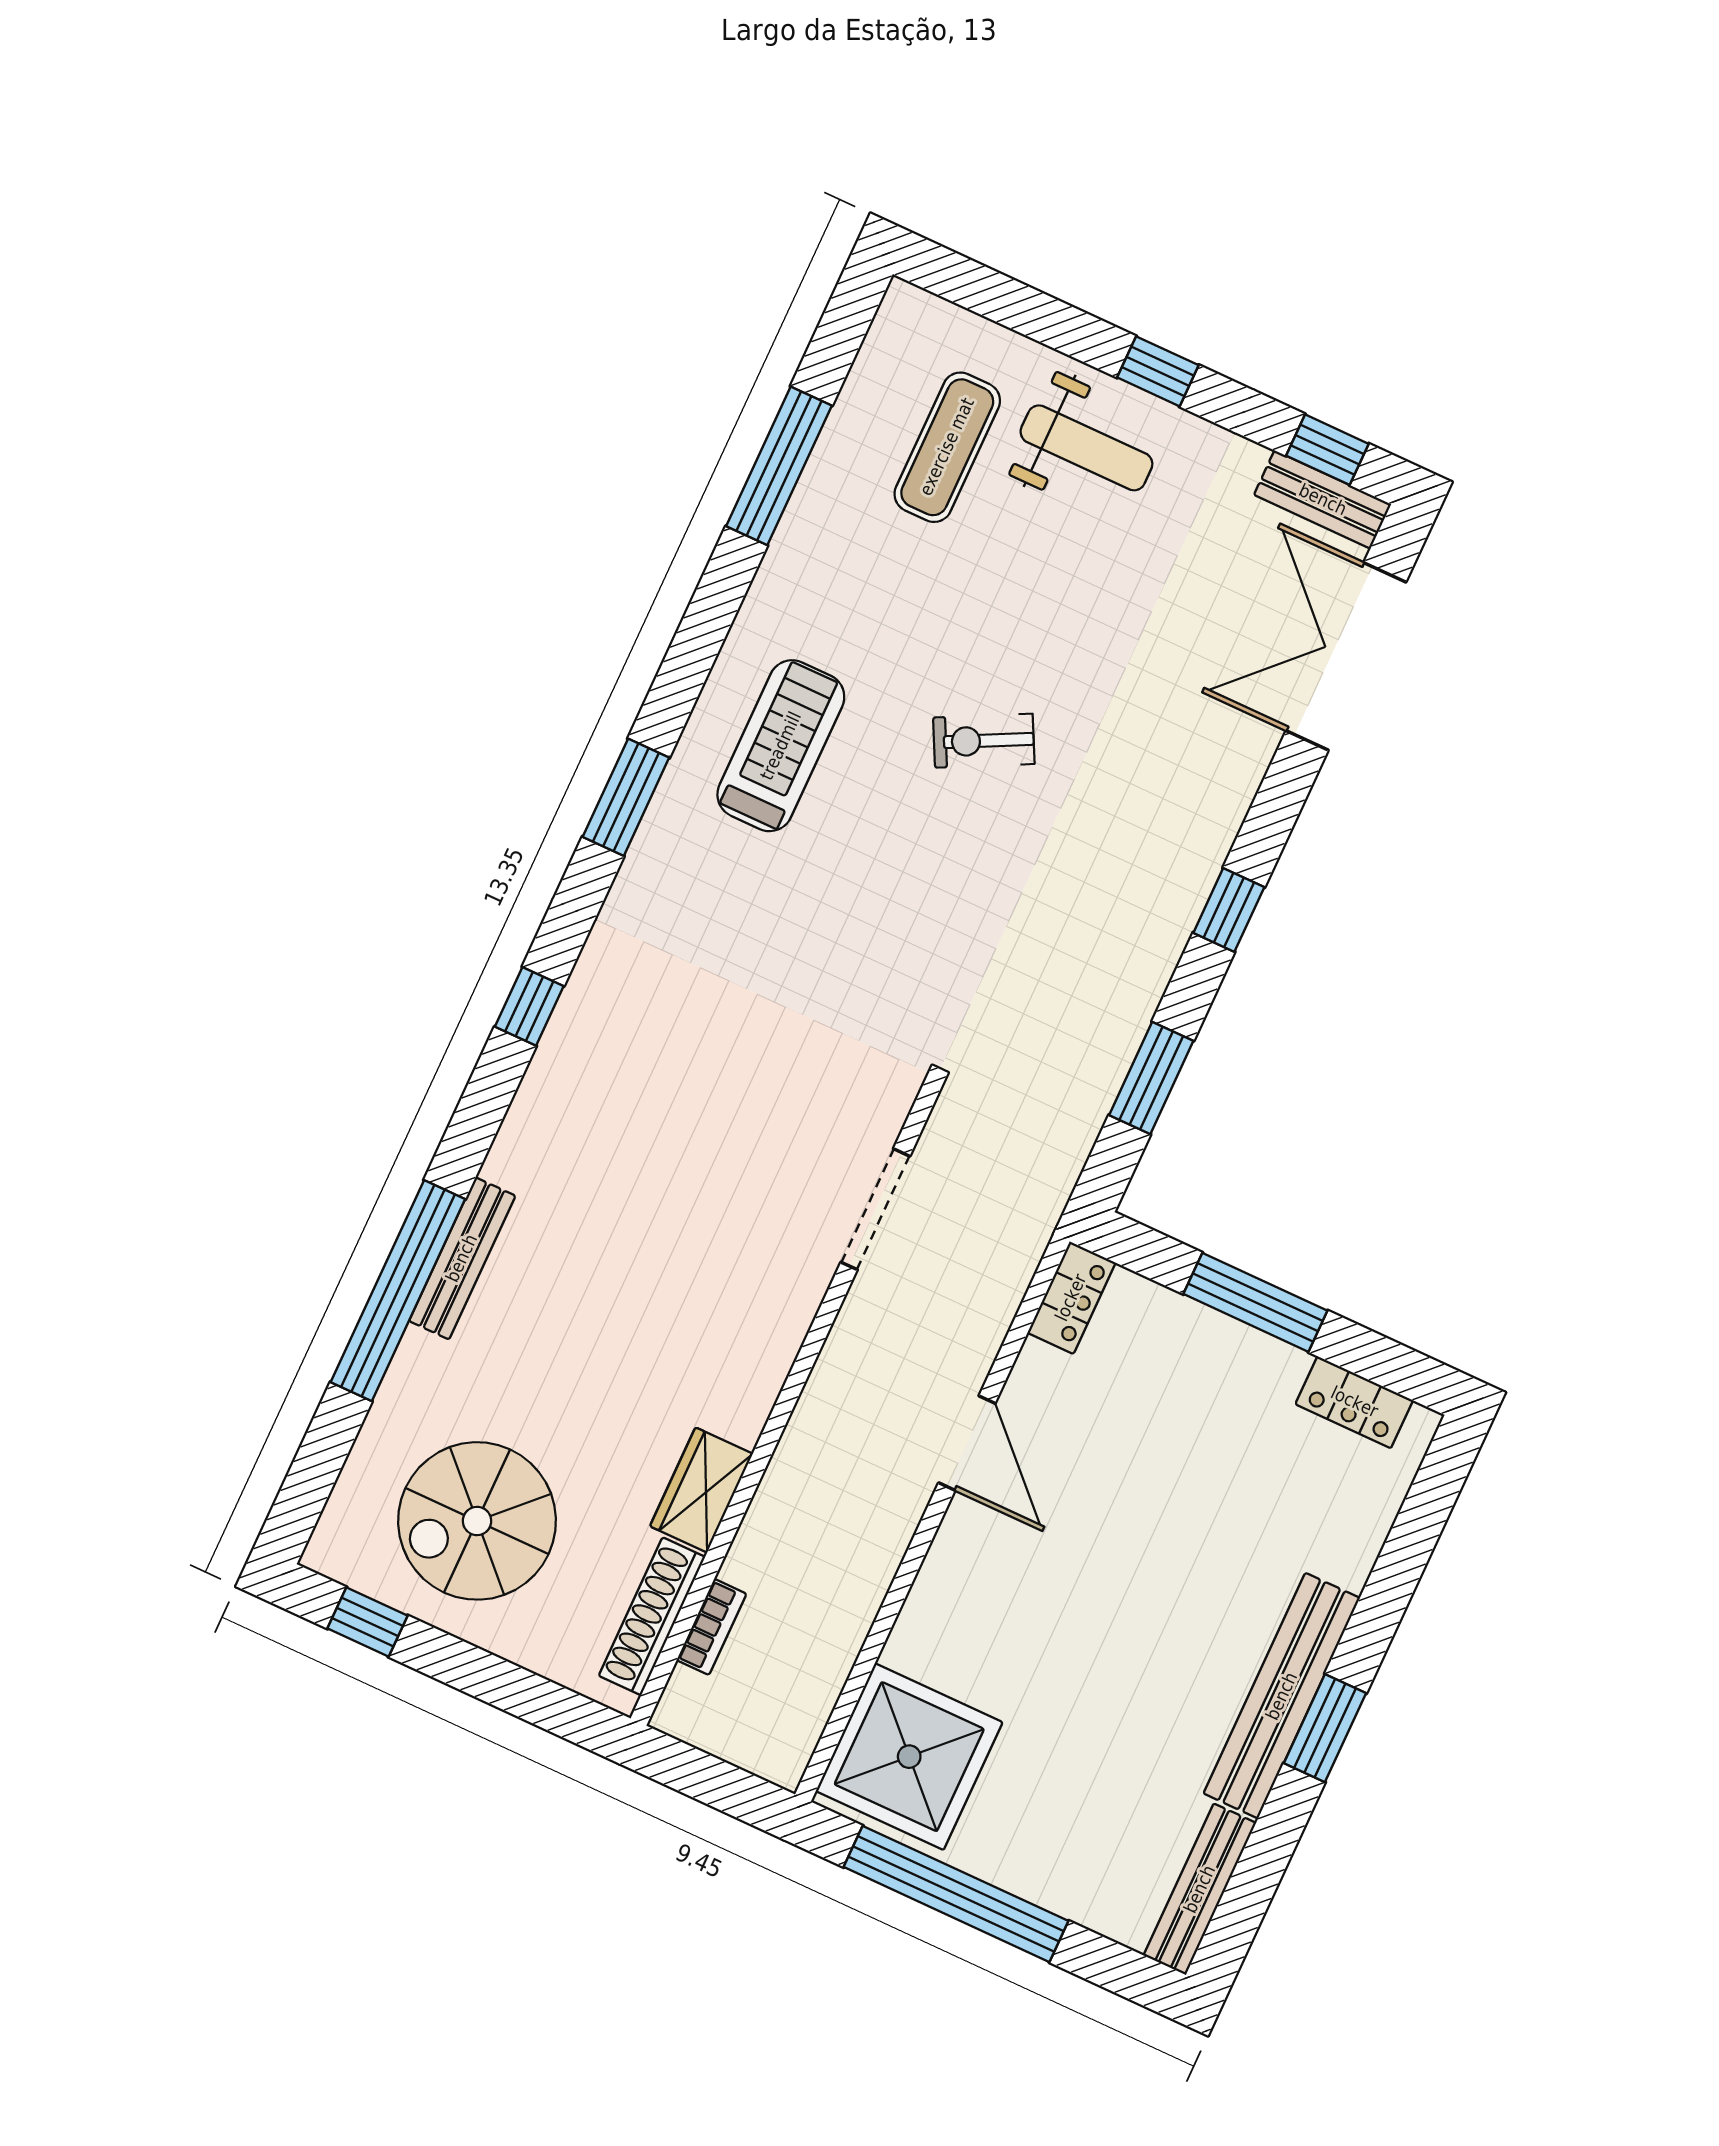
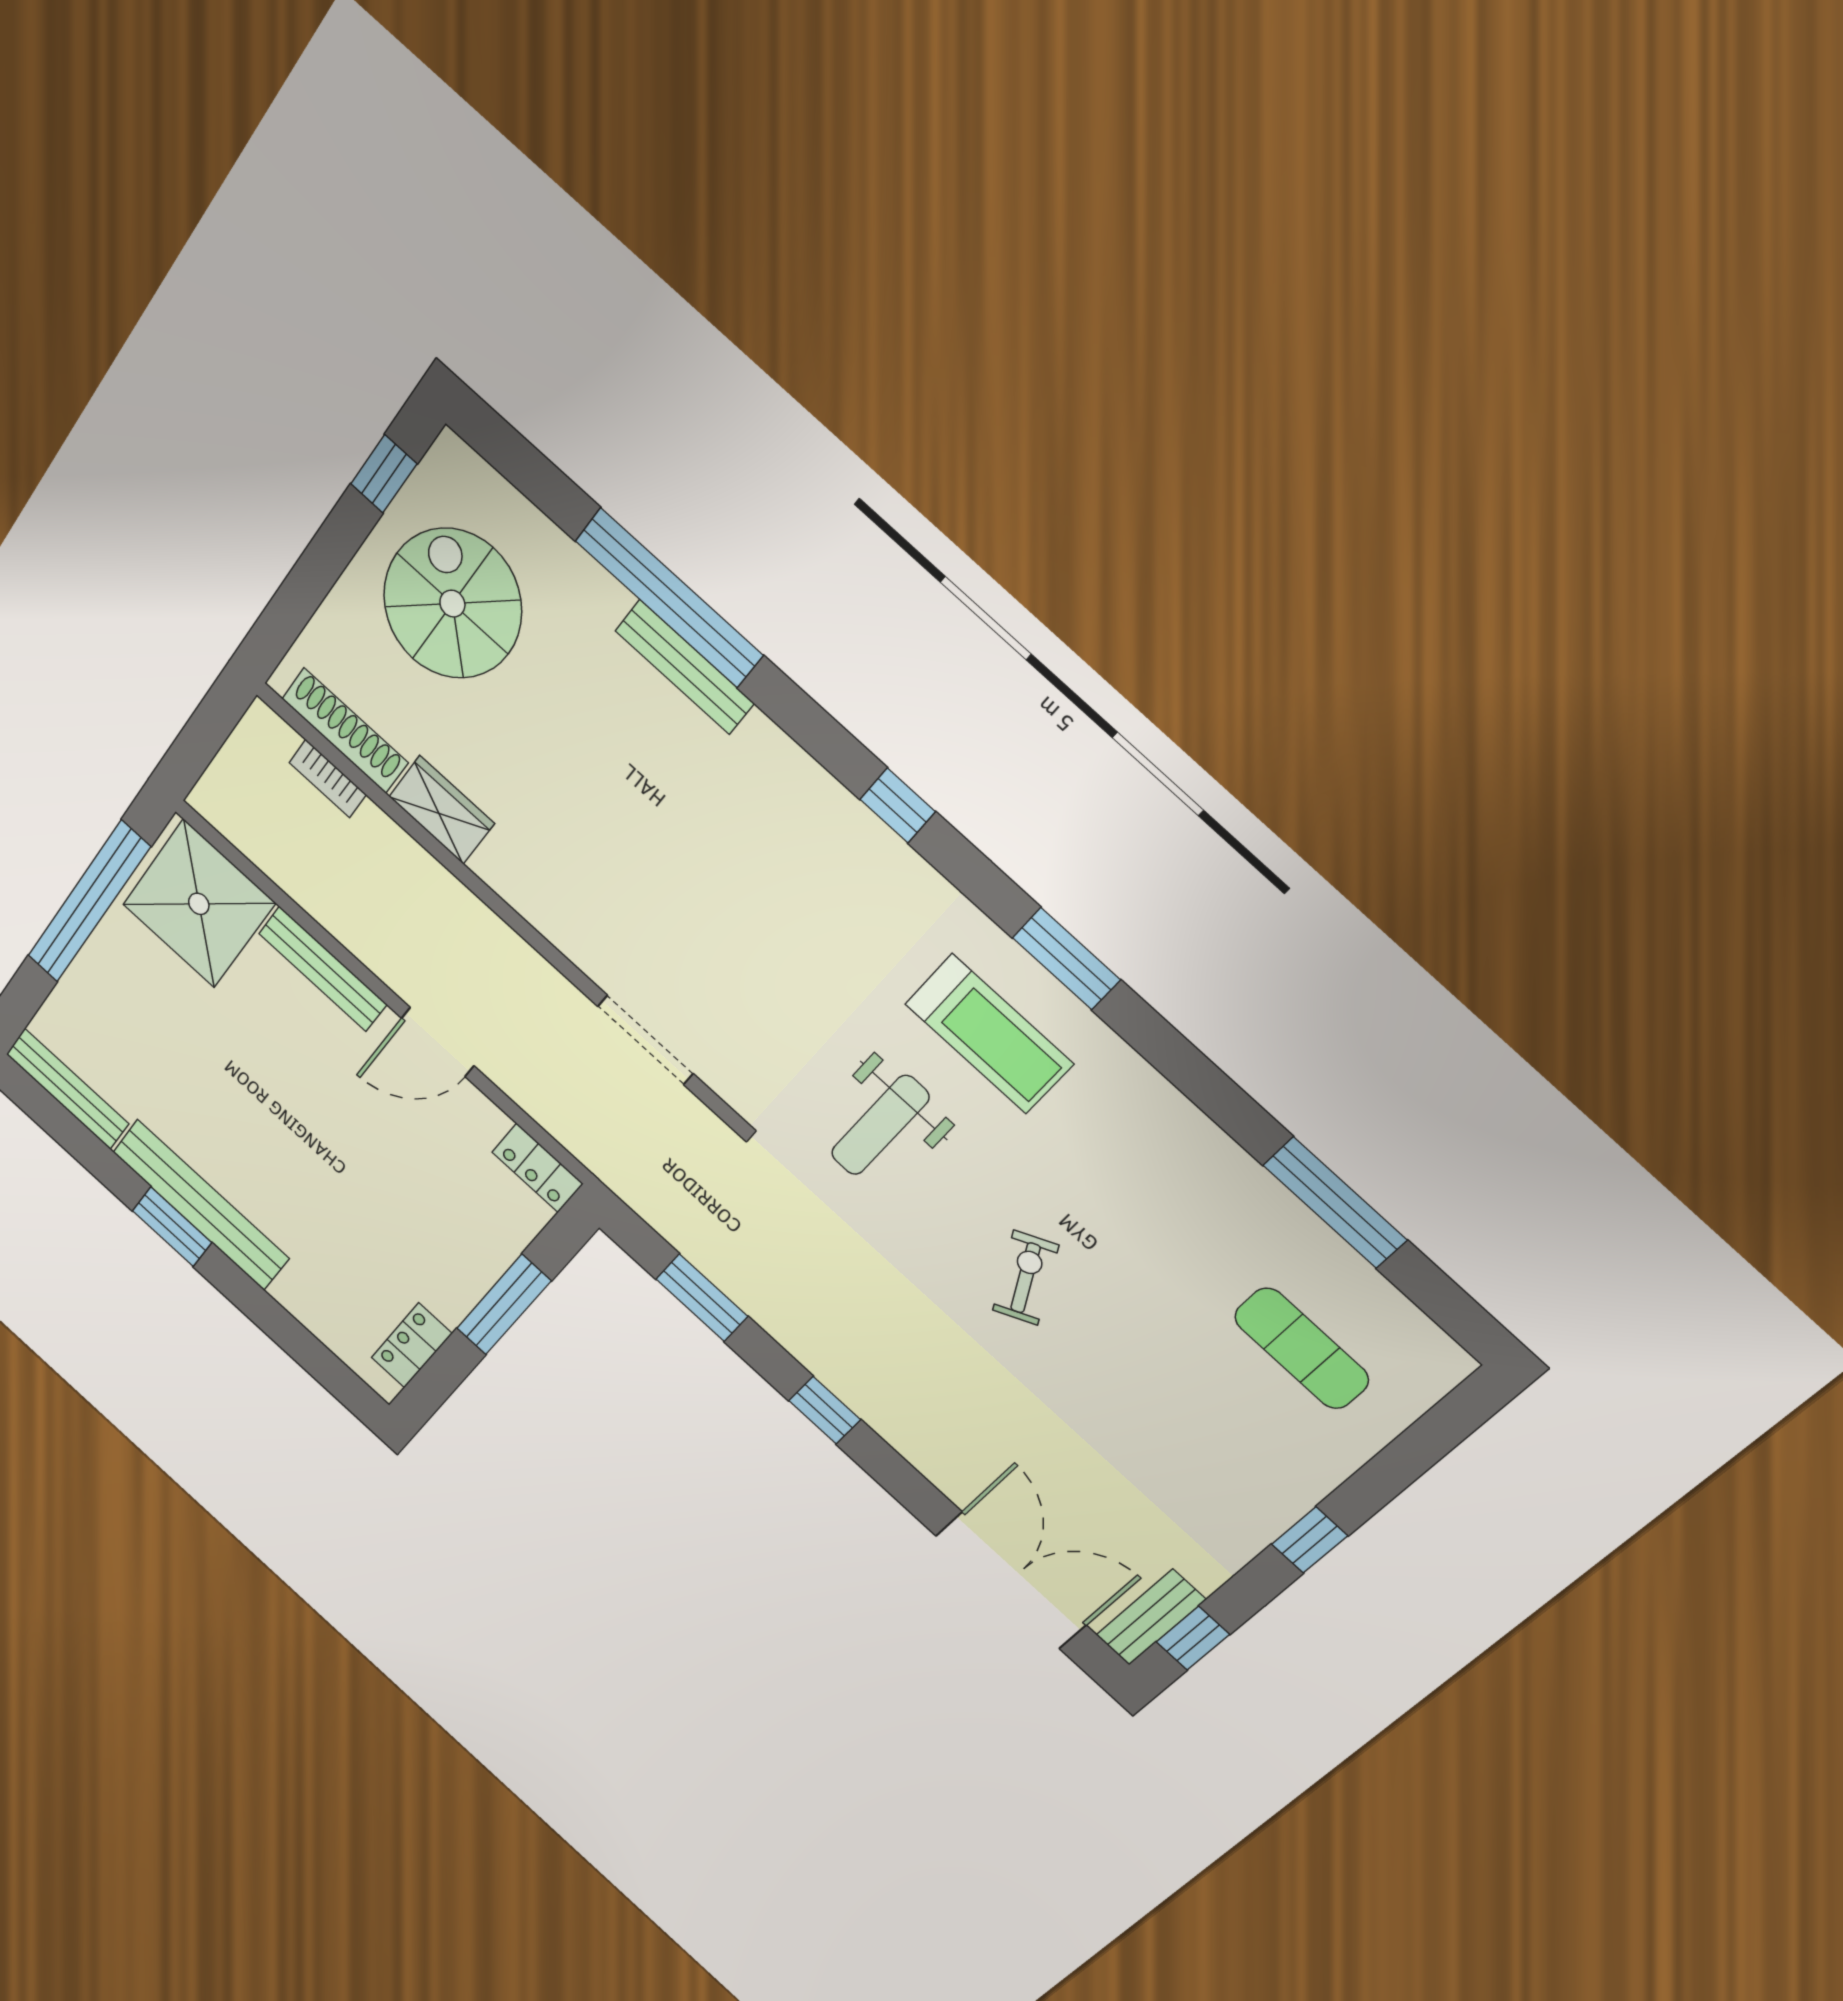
weight bench: (1086, 448) -> (880, 1125), moved
treadmill: (781, 746) -> (989, 1034), moved
bench: (932, 1594) -> (323, 969), added

